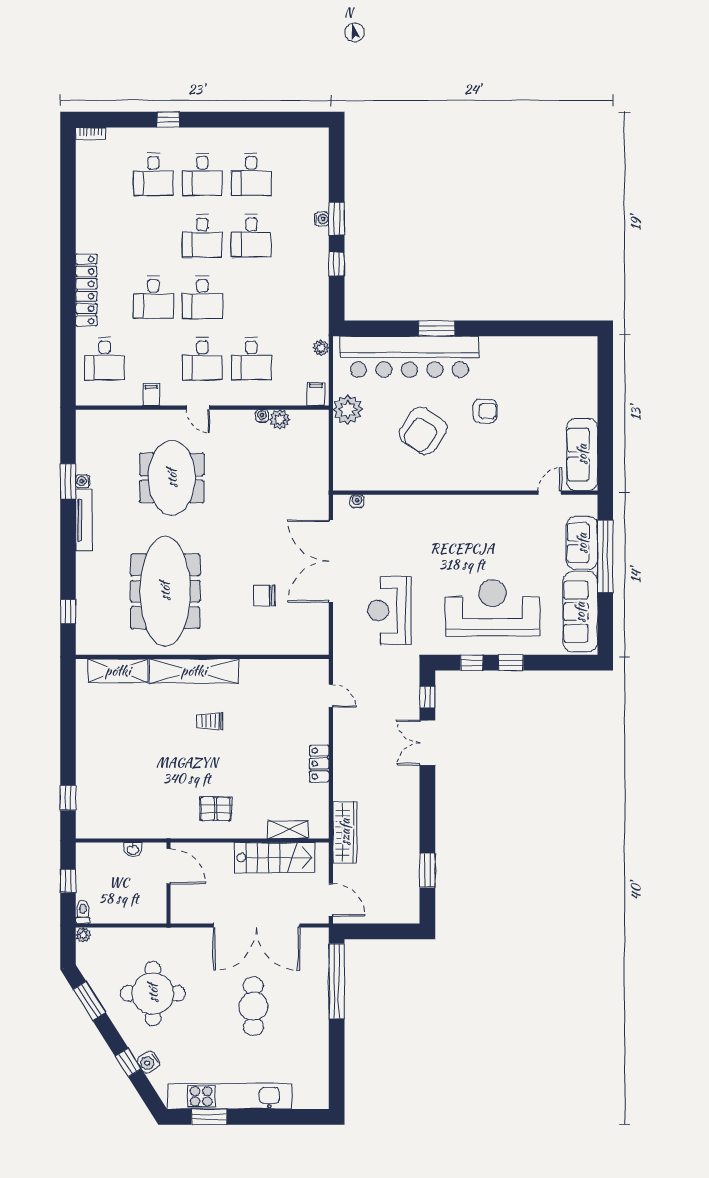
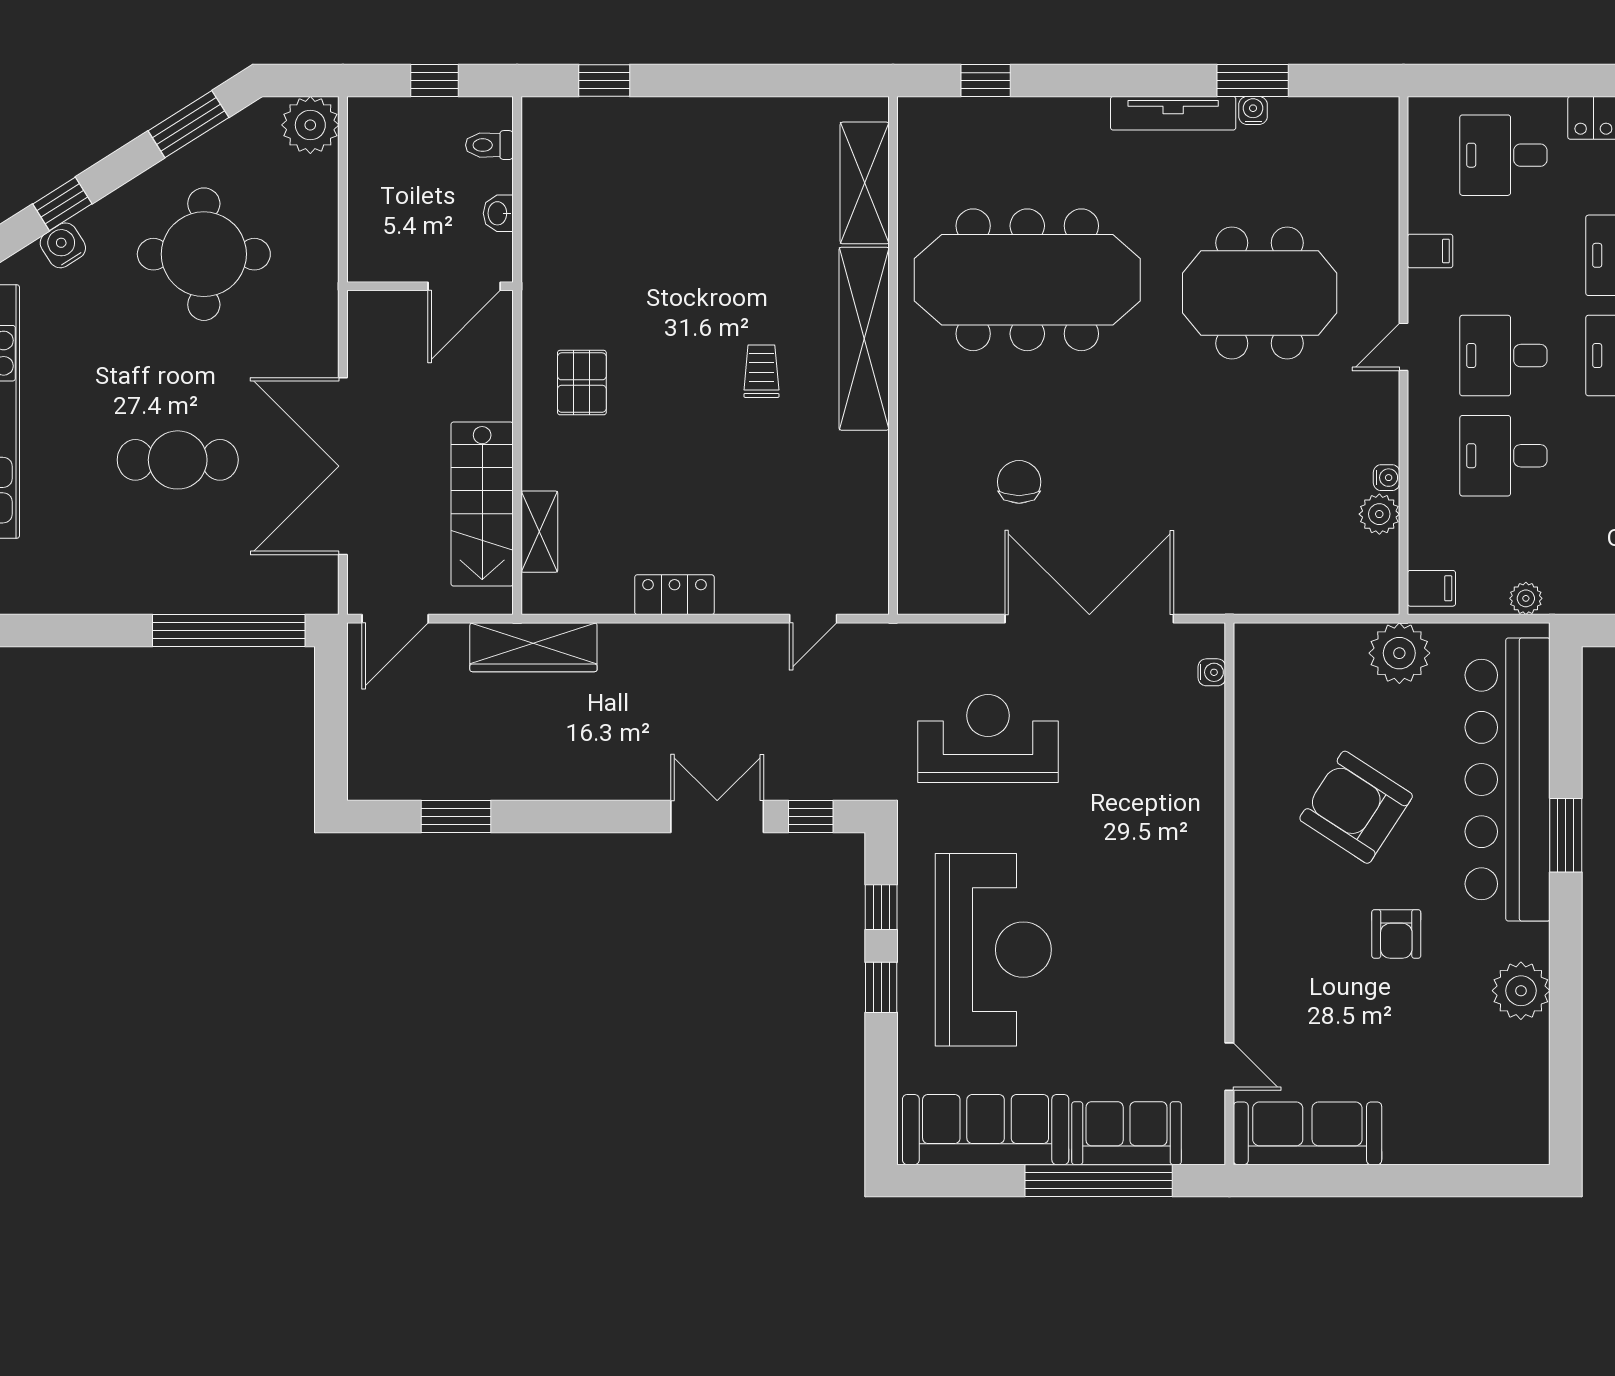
plant: (513, 350) -> (1521, 991), added
toilet: (83, 912) -> (489, 145), moved, turned 180
plant: (83, 935) -> (310, 125), width x1.88, depth x1.88

